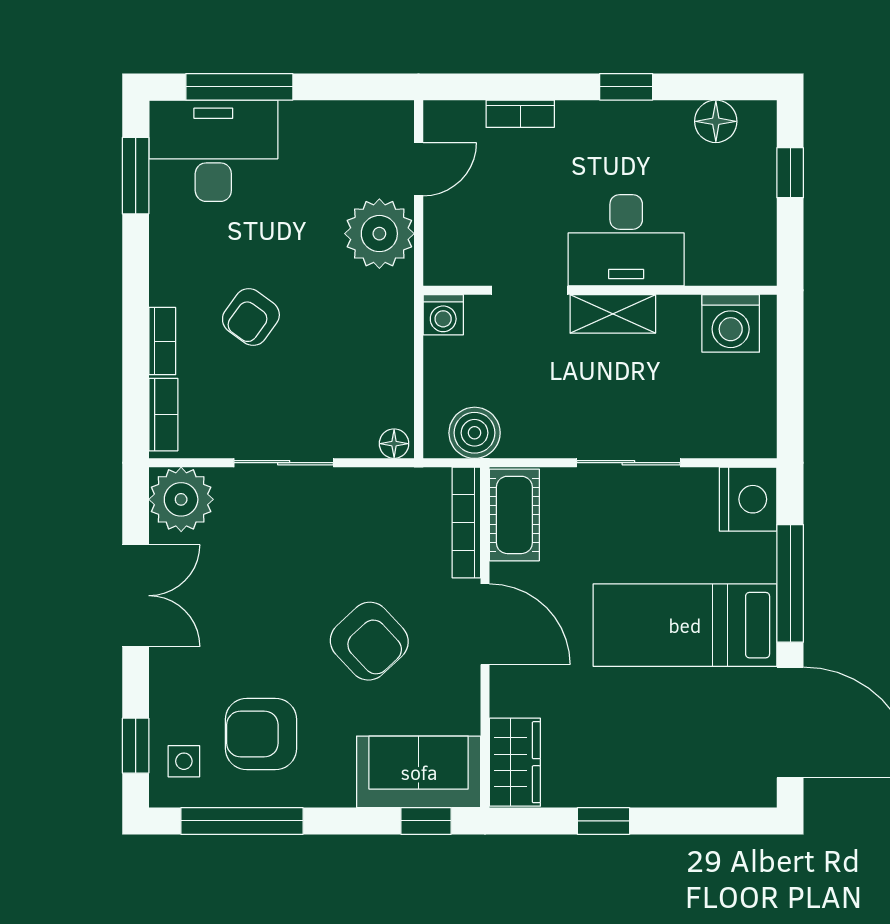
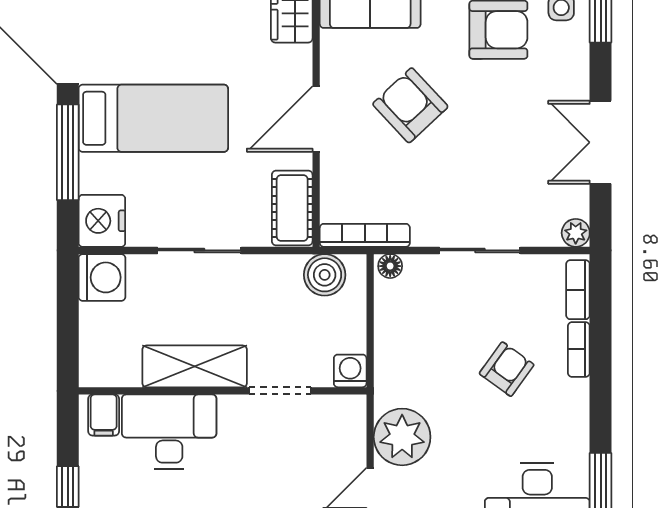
desk: (626, 240) -> (169, 432), moved
filing cabinet: (746, 261) -> (104, 415), added
shelving: (613, 314) -> (195, 366), width x1.50, depth x1.33
washing machine: (731, 323) -> (102, 277), moved, turned 90
plant: (181, 499) -> (576, 233), width x0.53, depth x0.53
bookcase: (466, 523) -> (365, 235), moved, turned -90
door: (485, 624) -> (316, 119), hinge flipped

